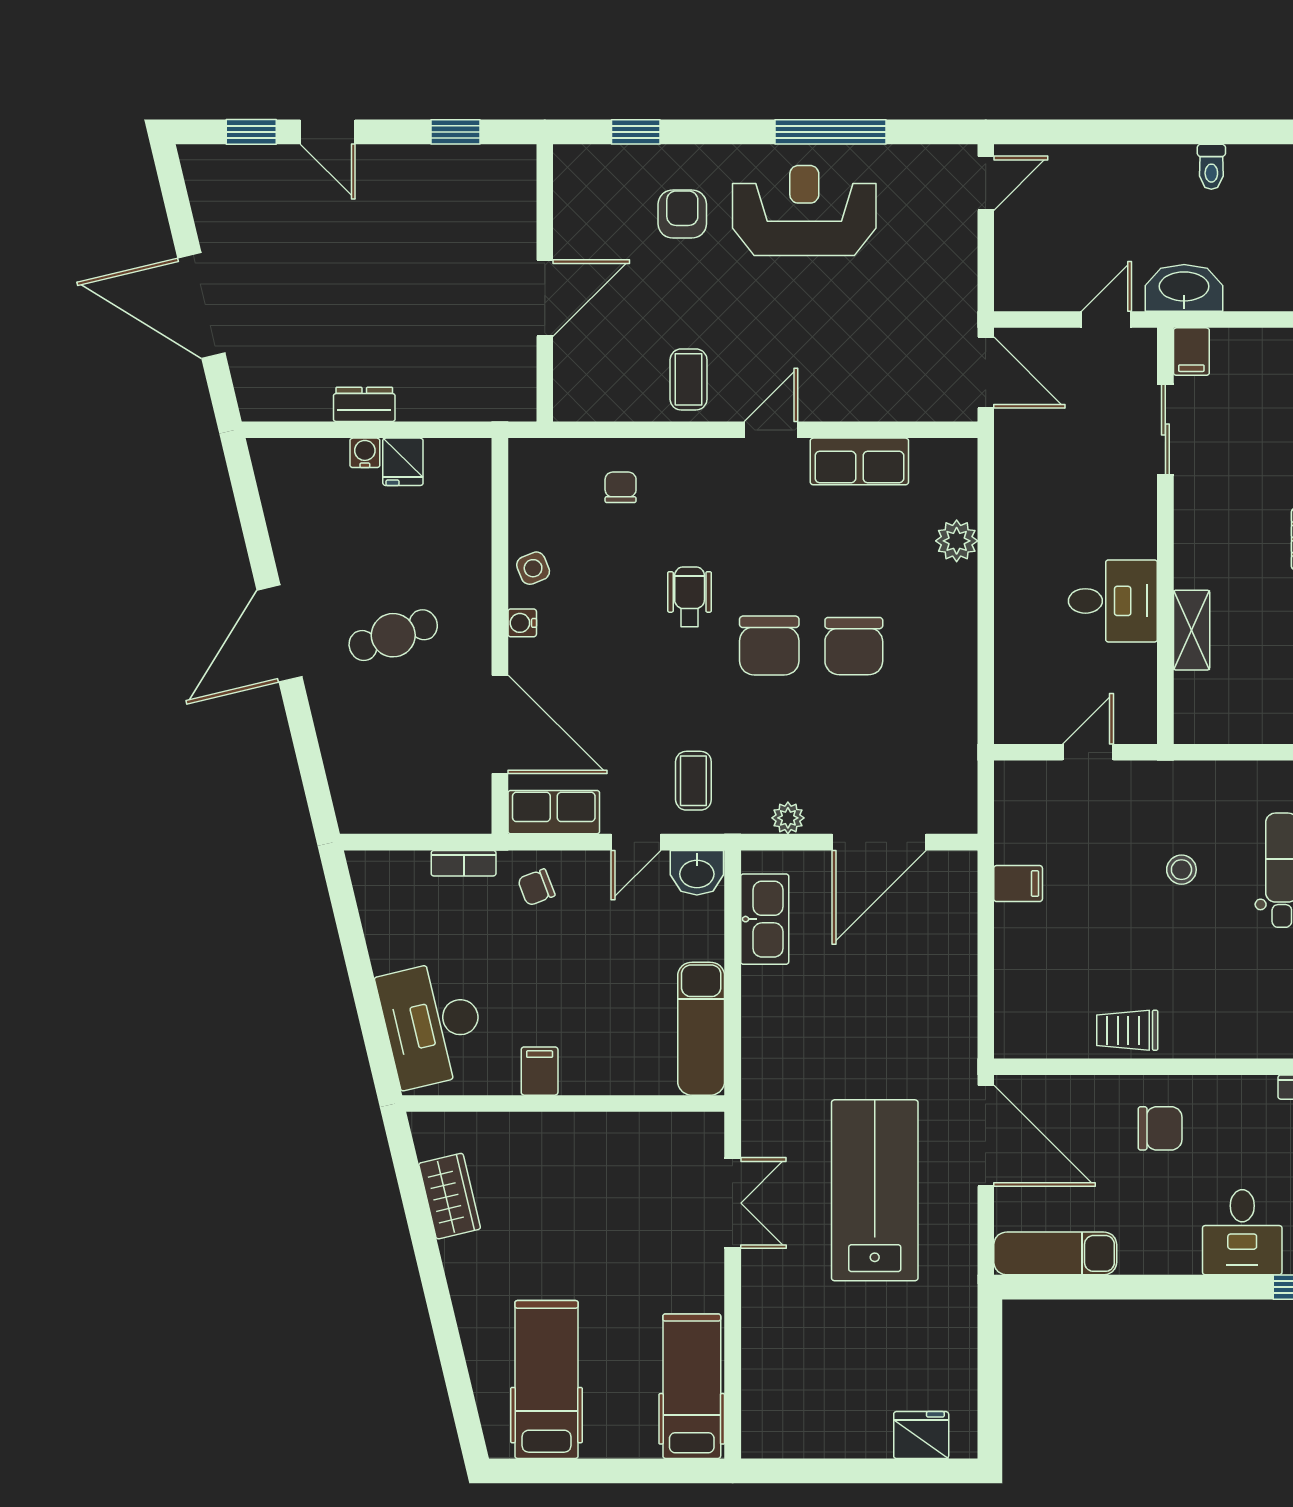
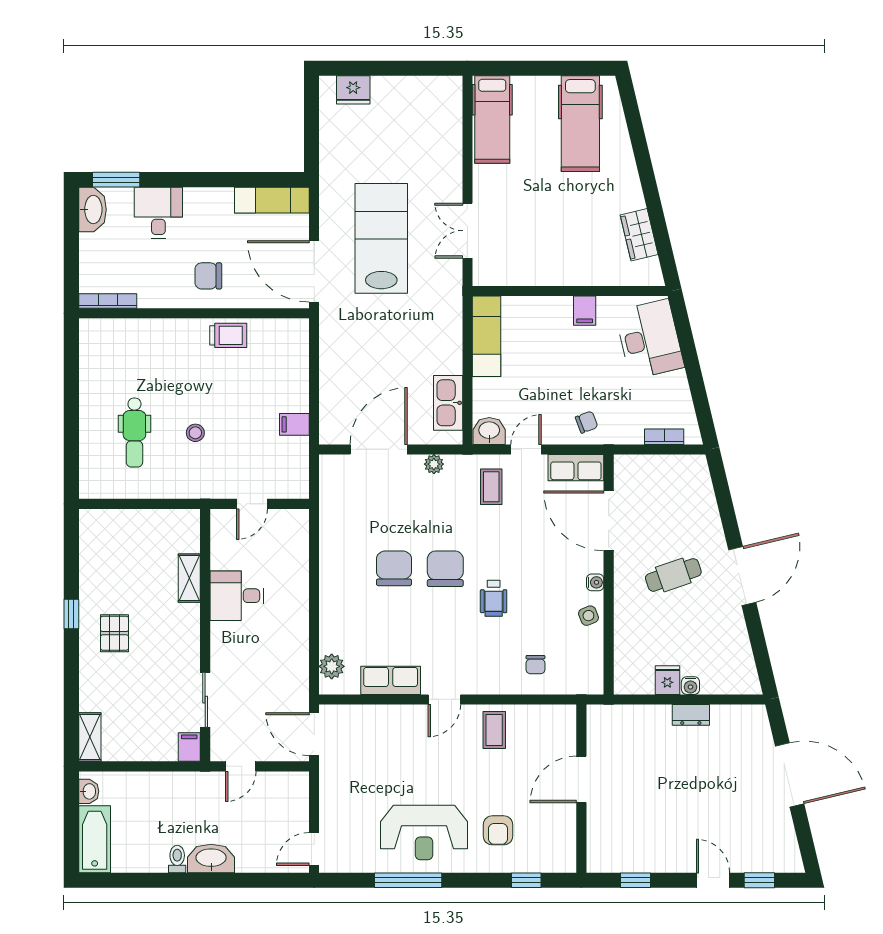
washbasin: (1184, 288) -> (211, 858), moved, turned 180
plant: (957, 541) -> (332, 666), moved
bookcase: (464, 863) -> (664, 437), moved
lab bench: (875, 1190) -> (381, 238), turned 180

